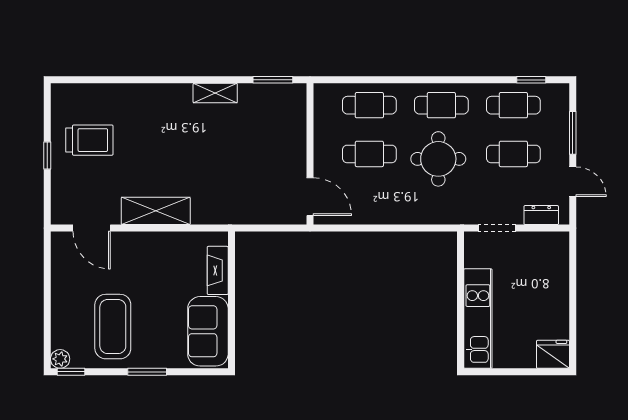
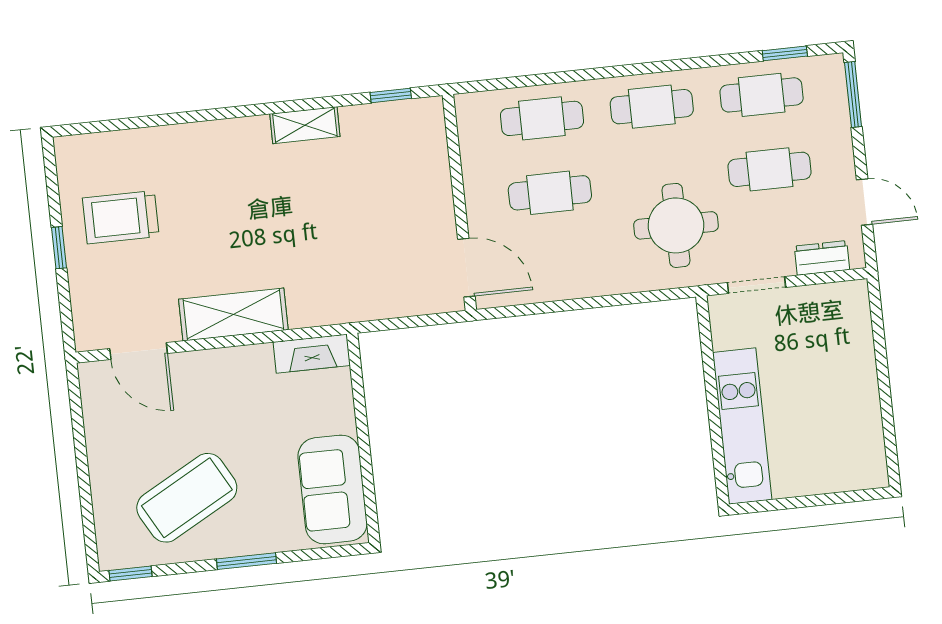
window: (273, 80) -> (391, 95), width x0.67
window: (573, 133) -> (853, 94), moved
trolley: (89, 140) -> (121, 217), turned 180
round table: (438, 159) -> (676, 225), moved
fireplace: (218, 270) -> (312, 354), moved, turned -90
coffee table: (113, 327) -> (187, 498), turned 61
fridge: (553, 354) -> (863, 468), removed
plant: (60, 359) -> (112, 556), removed

